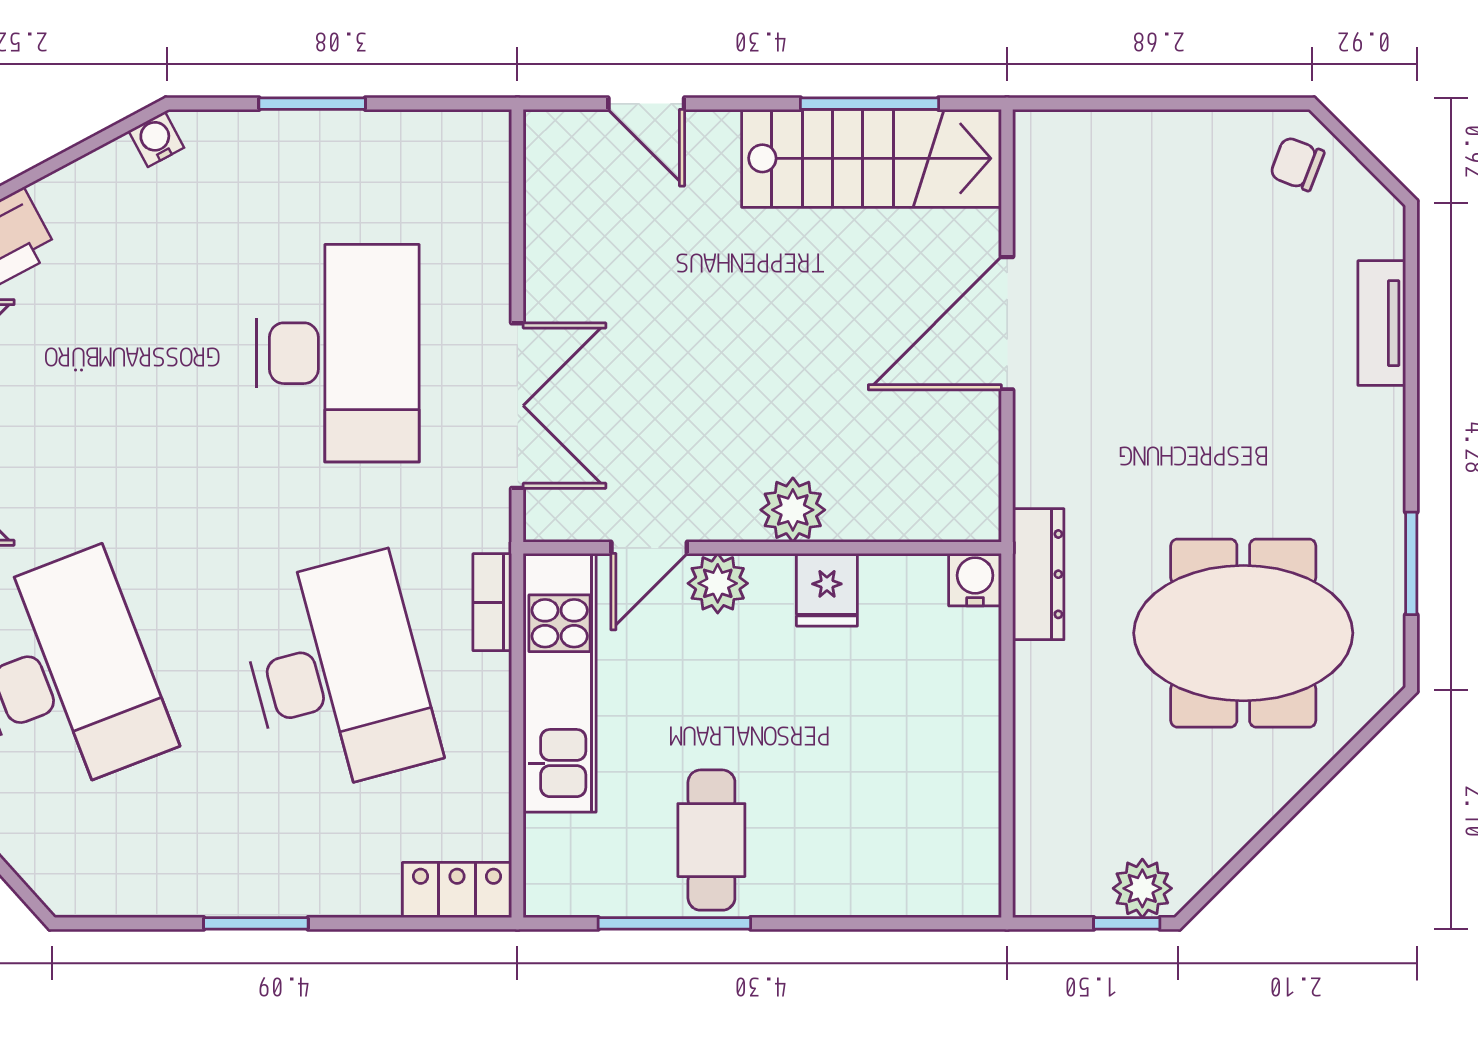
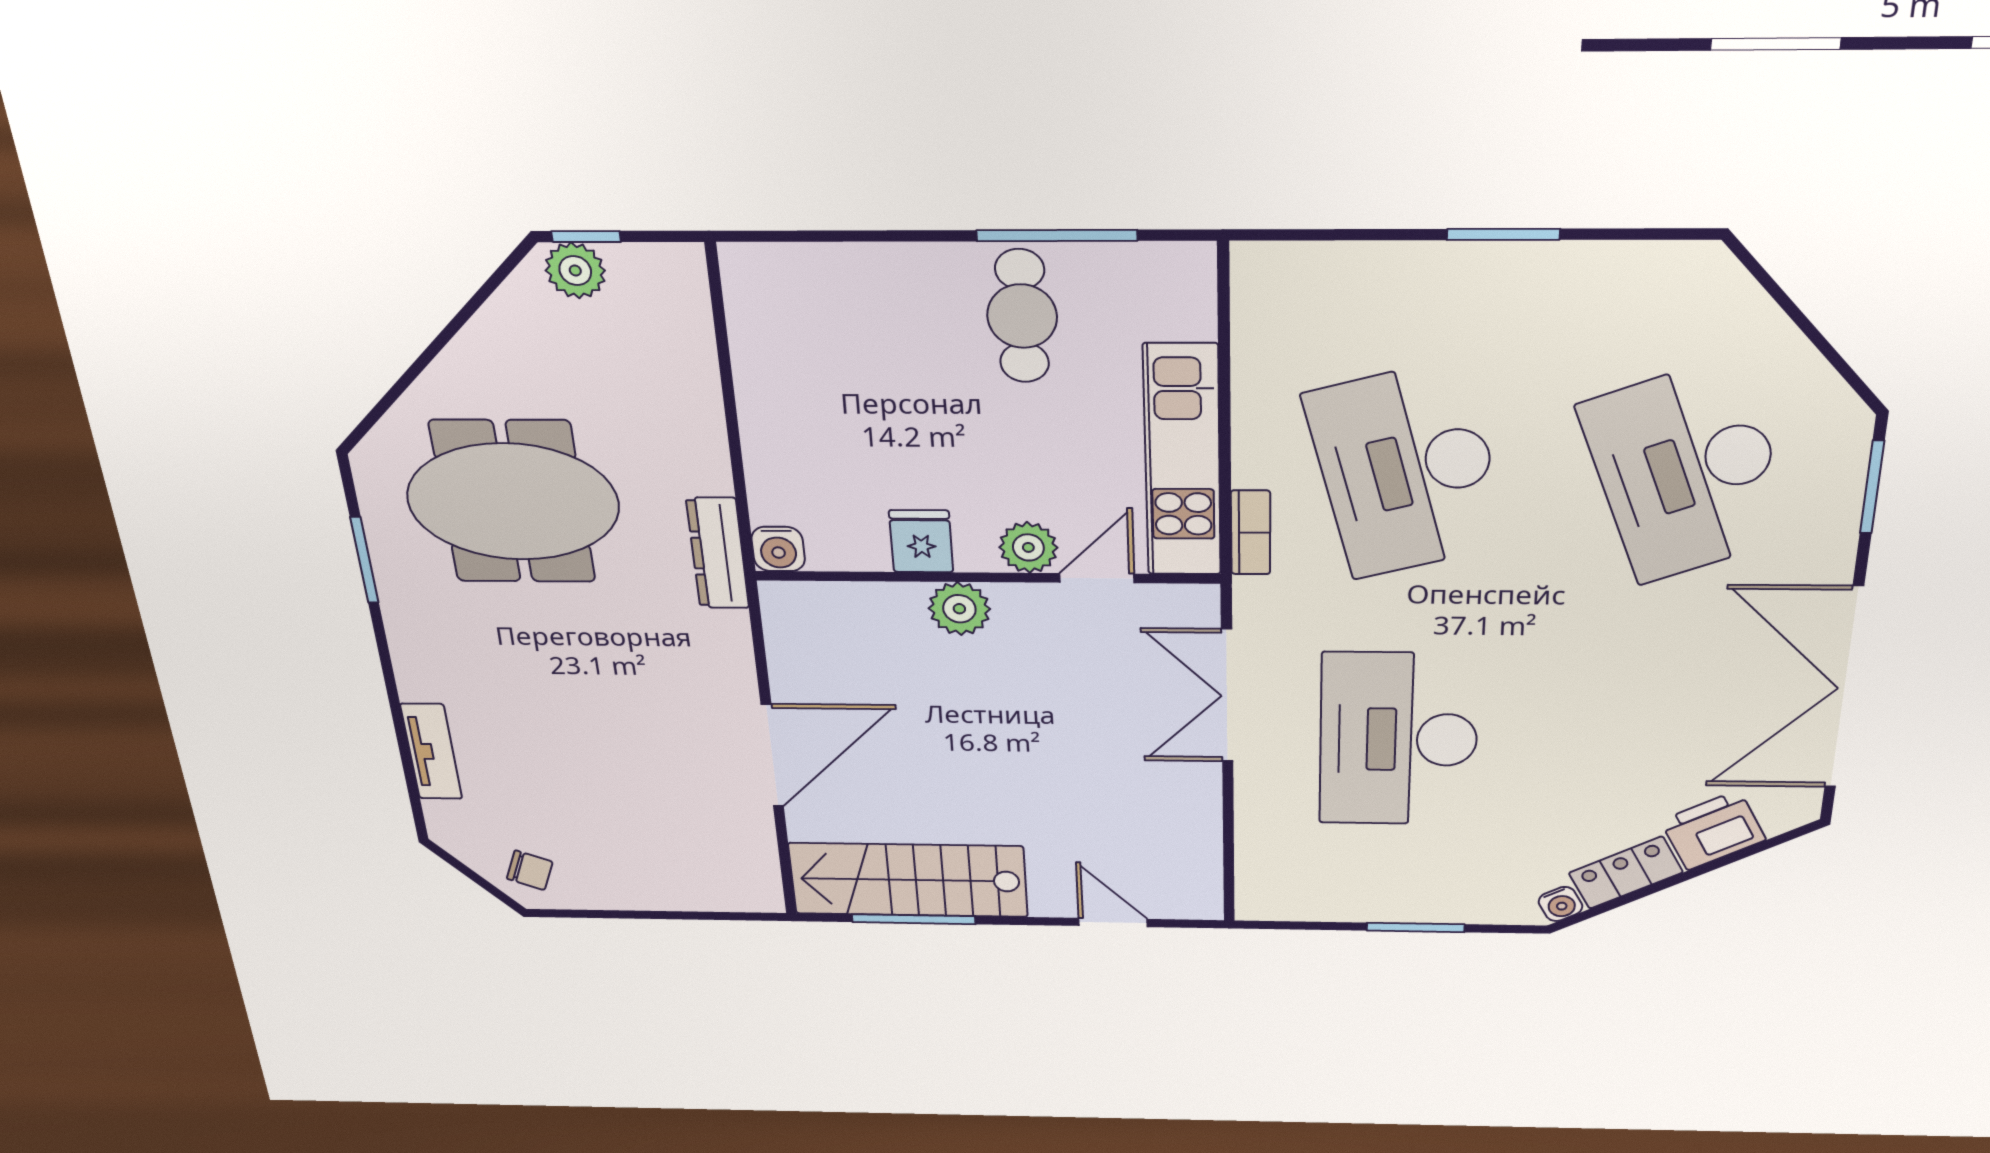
locker: (457, 890) -> (1626, 873), moved, turned 152

